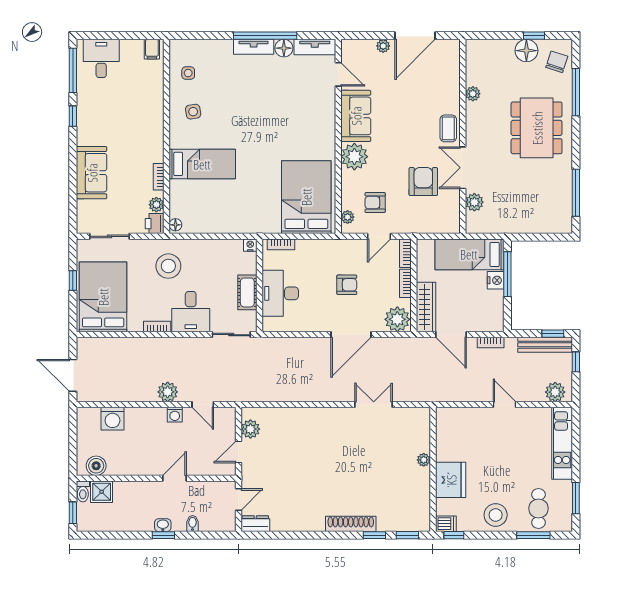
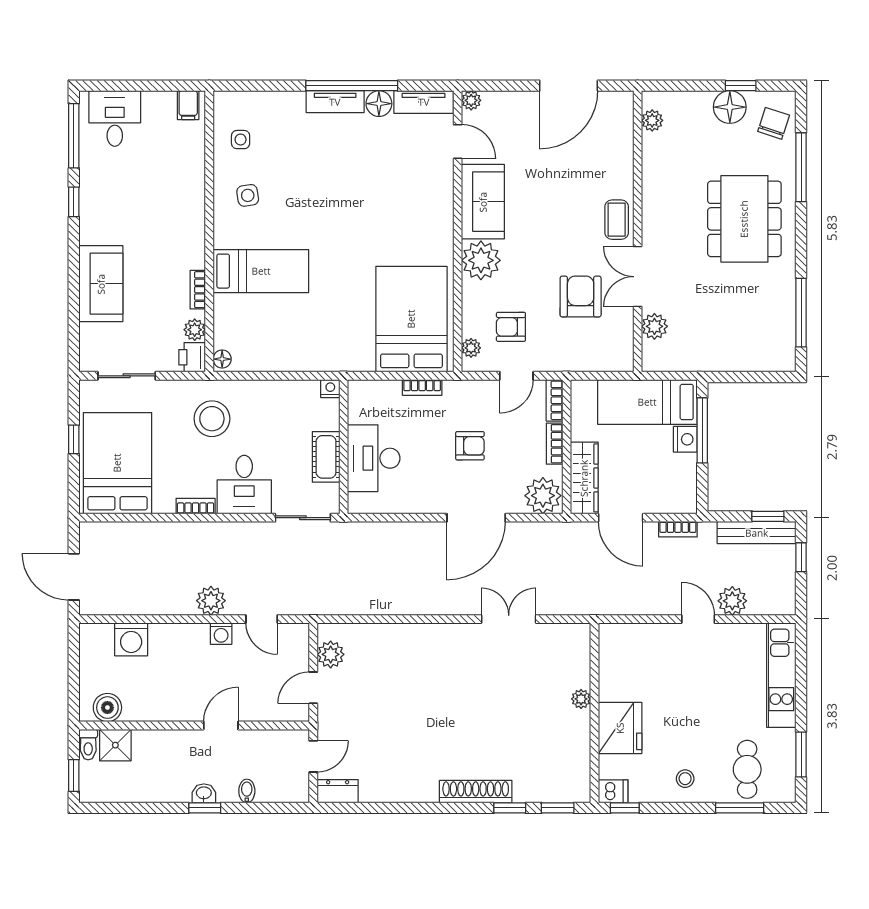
plant: (383, 46) -> (471, 100), moved
plant: (473, 94) -> (652, 120), moved
bookcase: (281, 244) -> (422, 387), moved
plant: (555, 392) -> (732, 601), moved
stool: (496, 515) -> (685, 779), width x0.53, depth x0.53

